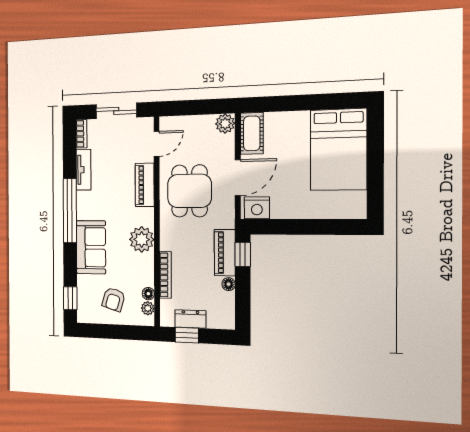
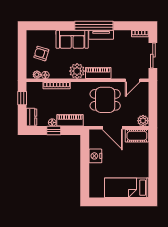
door: (157, 144) -> (133, 80), hinge flipped
bed: (338, 150) -> (127, 188), width x0.67
tv unit: (83, 170) -> (101, 35), moved
piano: (145, 185) -> (98, 73), moved
nightstand: (257, 208) -> (95, 156), moved
window: (243, 254) -> (54, 131), moved
window: (70, 298) -> (41, 26), removed
dresser: (190, 319) -> (32, 117), moved

